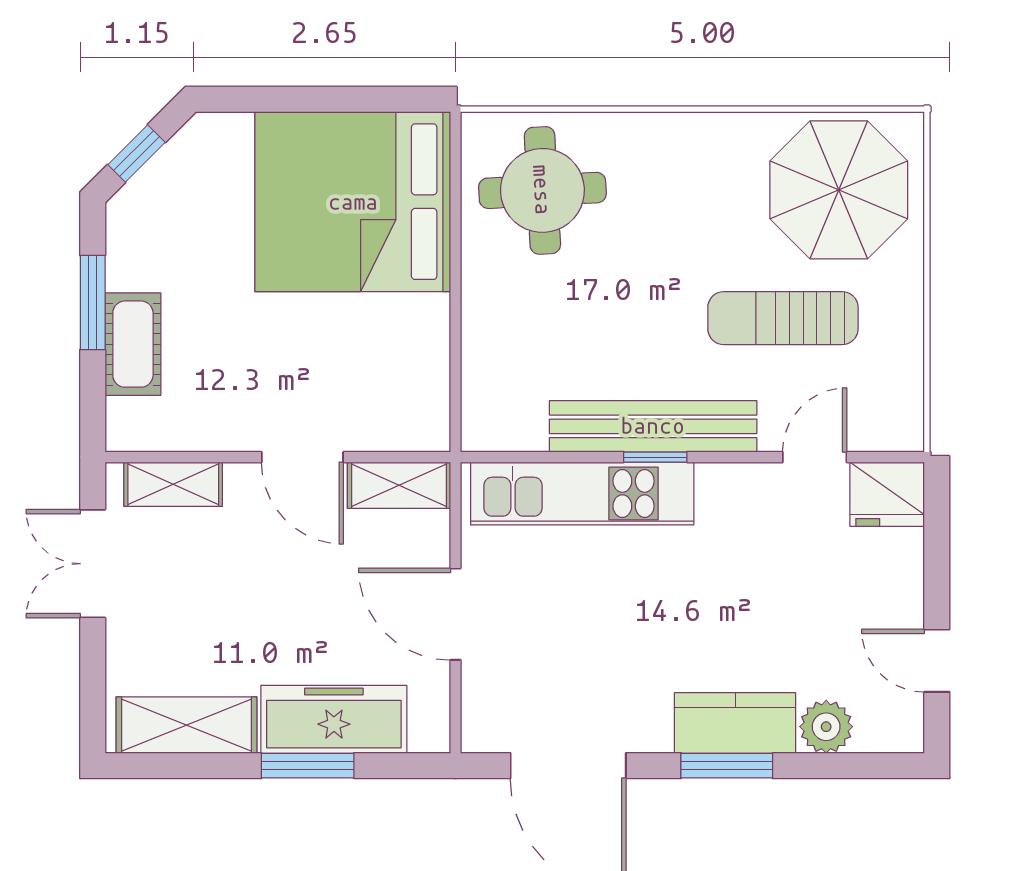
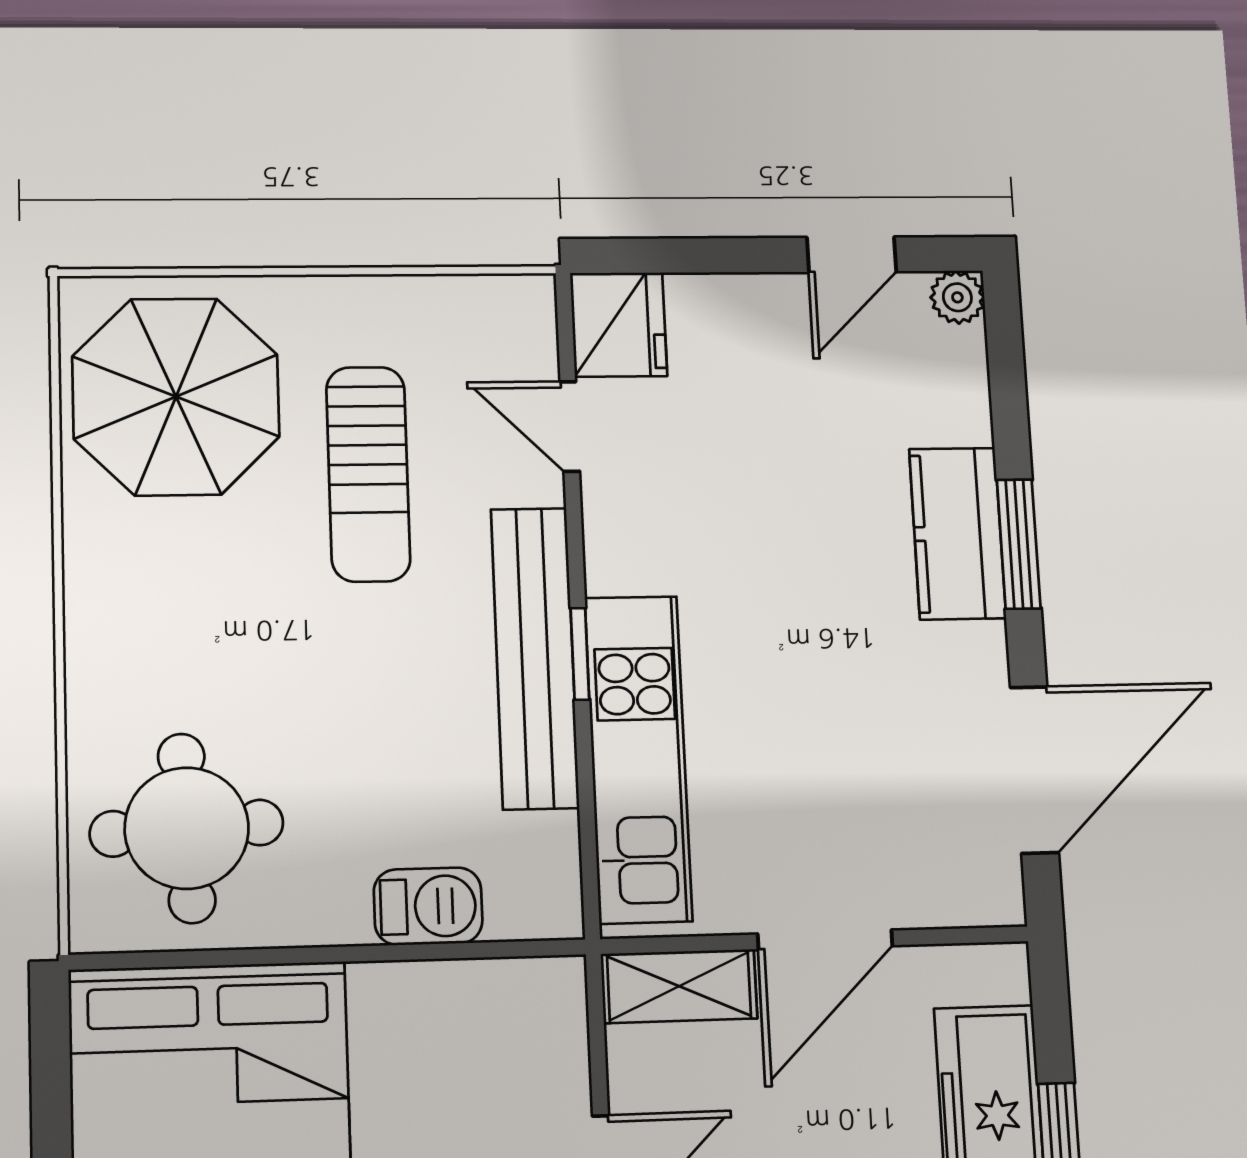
barbecue: (486, 348) -> (428, 906), added
shelving: (399, 485) -> (679, 986), moved, turned 90
plant: (826, 727) -> (957, 297), moved, width x0.73, depth x0.73

